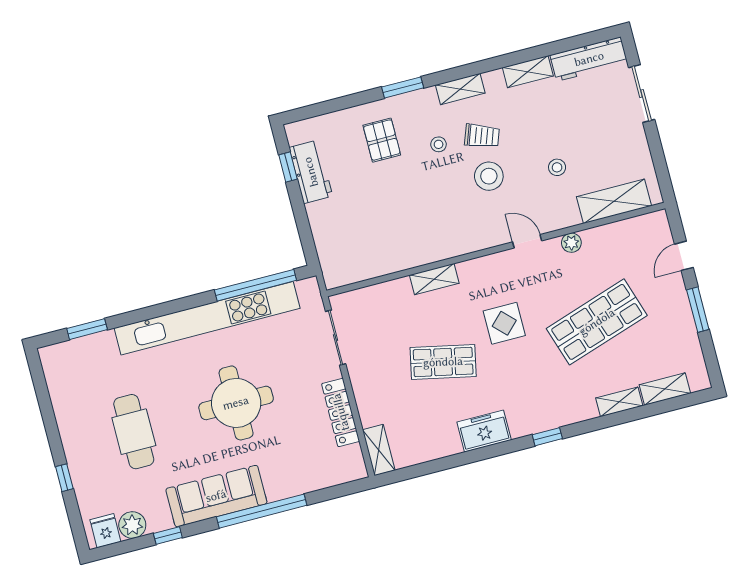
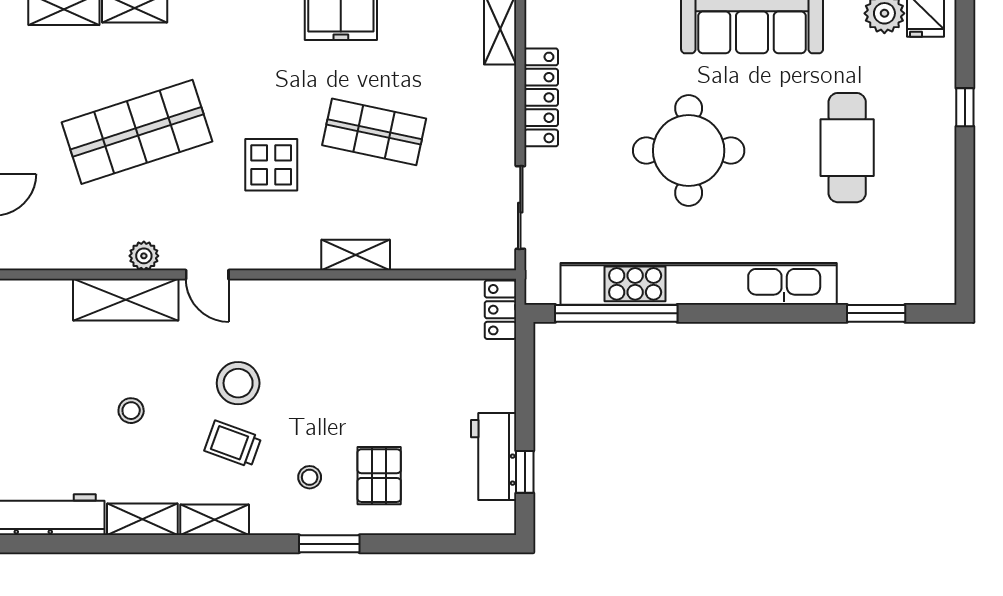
shelving: (460, 89) -> (215, 520), moved
stool: (439, 144) -> (310, 477), moved
stool: (557, 167) -> (131, 411), moved
shelving: (614, 201) -> (126, 300), moved
locker: (331, 268) -> (500, 310), added

